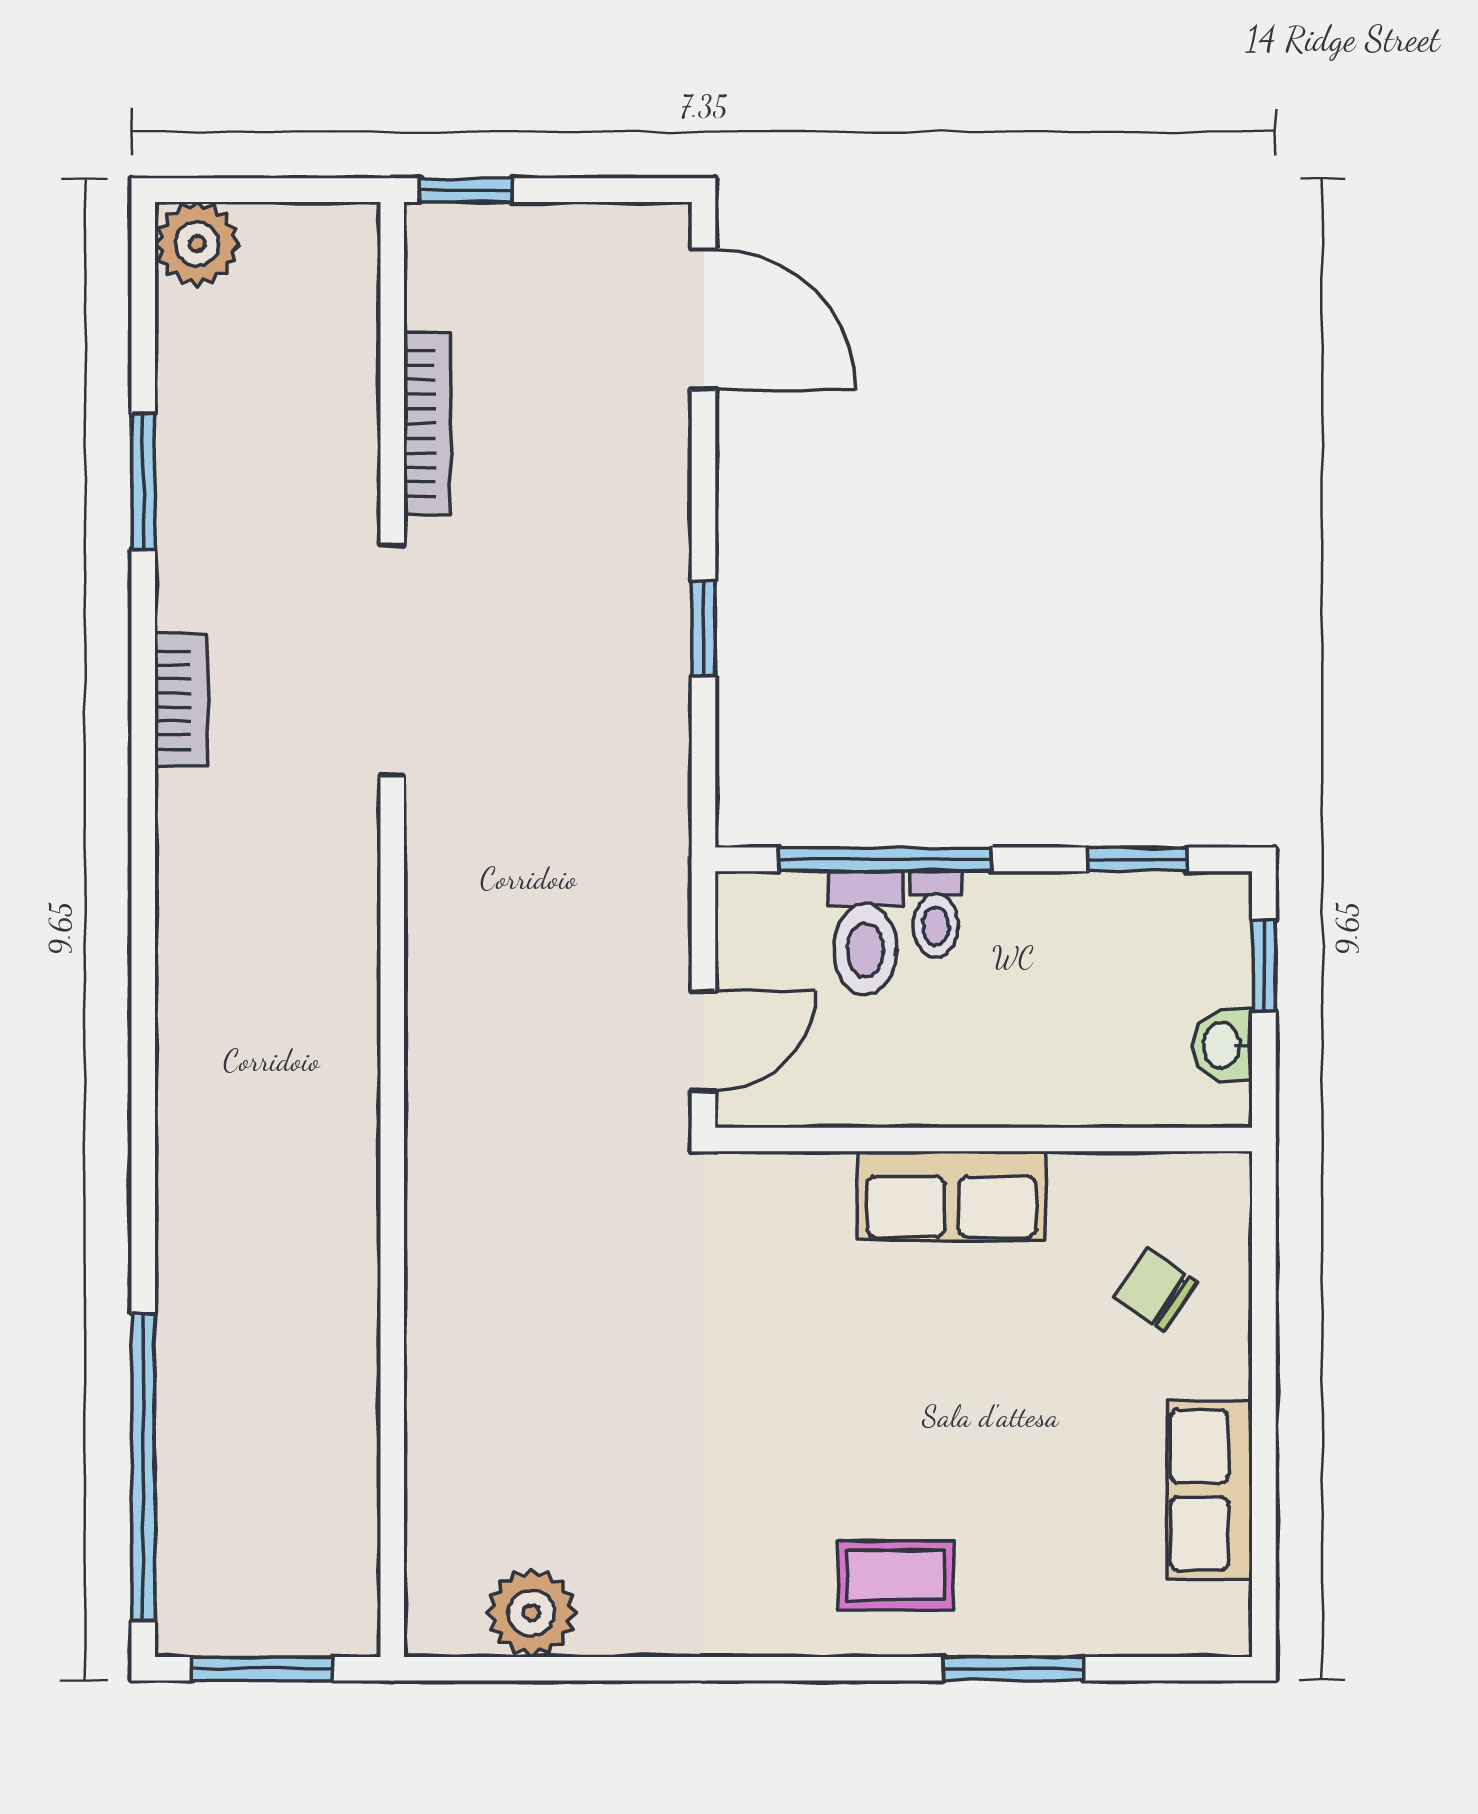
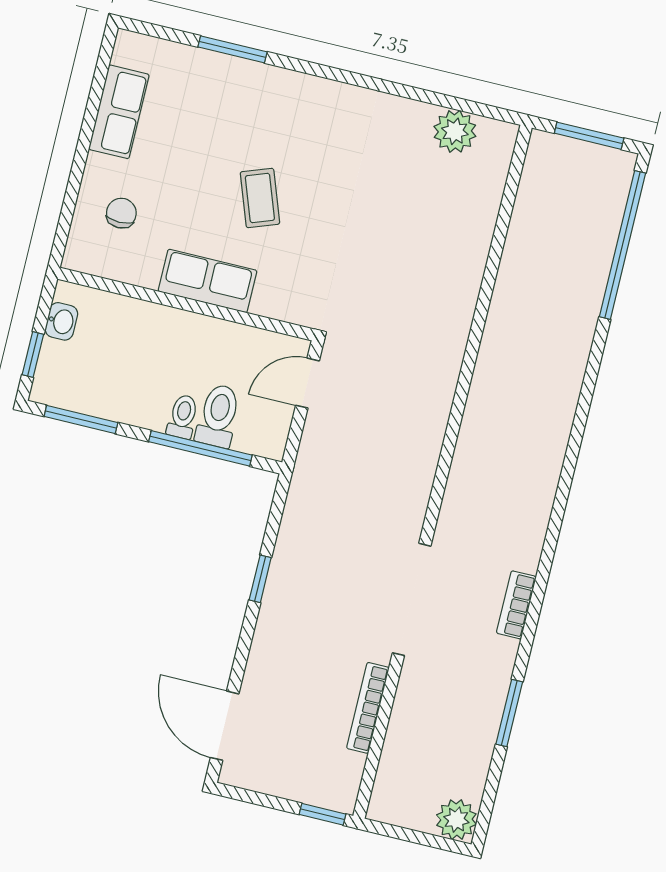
window: (1137, 859) -> (81, 419), width x1.50
chair: (1156, 1289) -> (121, 213), turned -124
coffee table: (896, 1575) -> (260, 198), moved, turned 70

